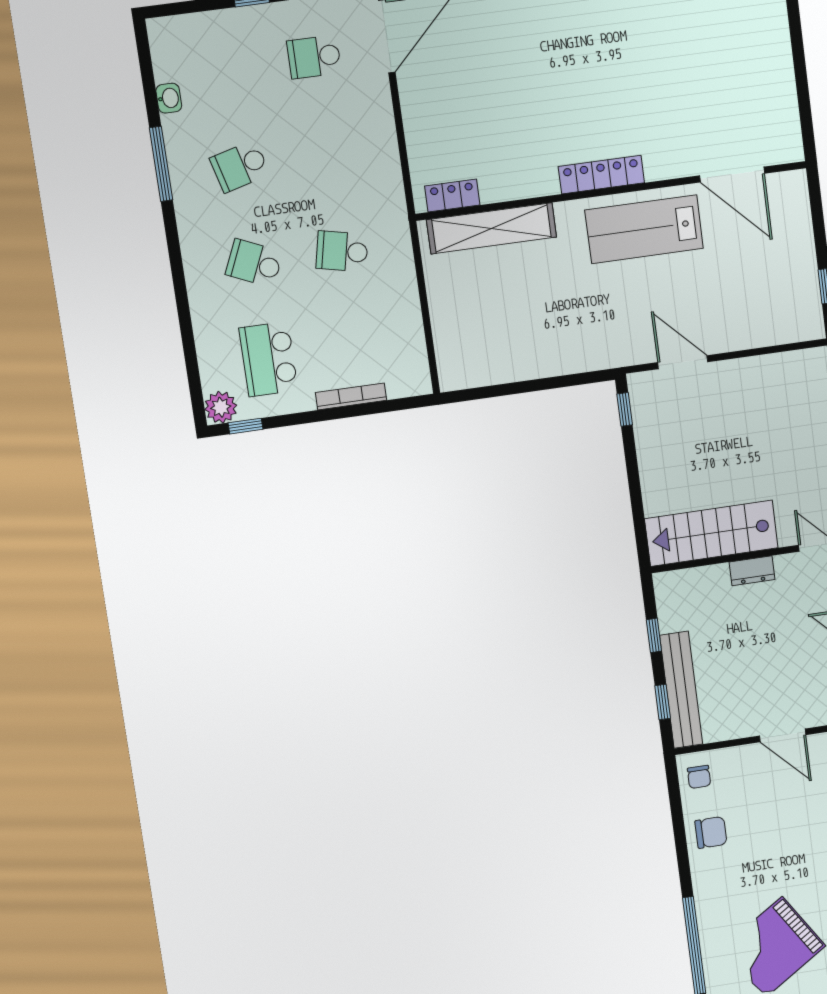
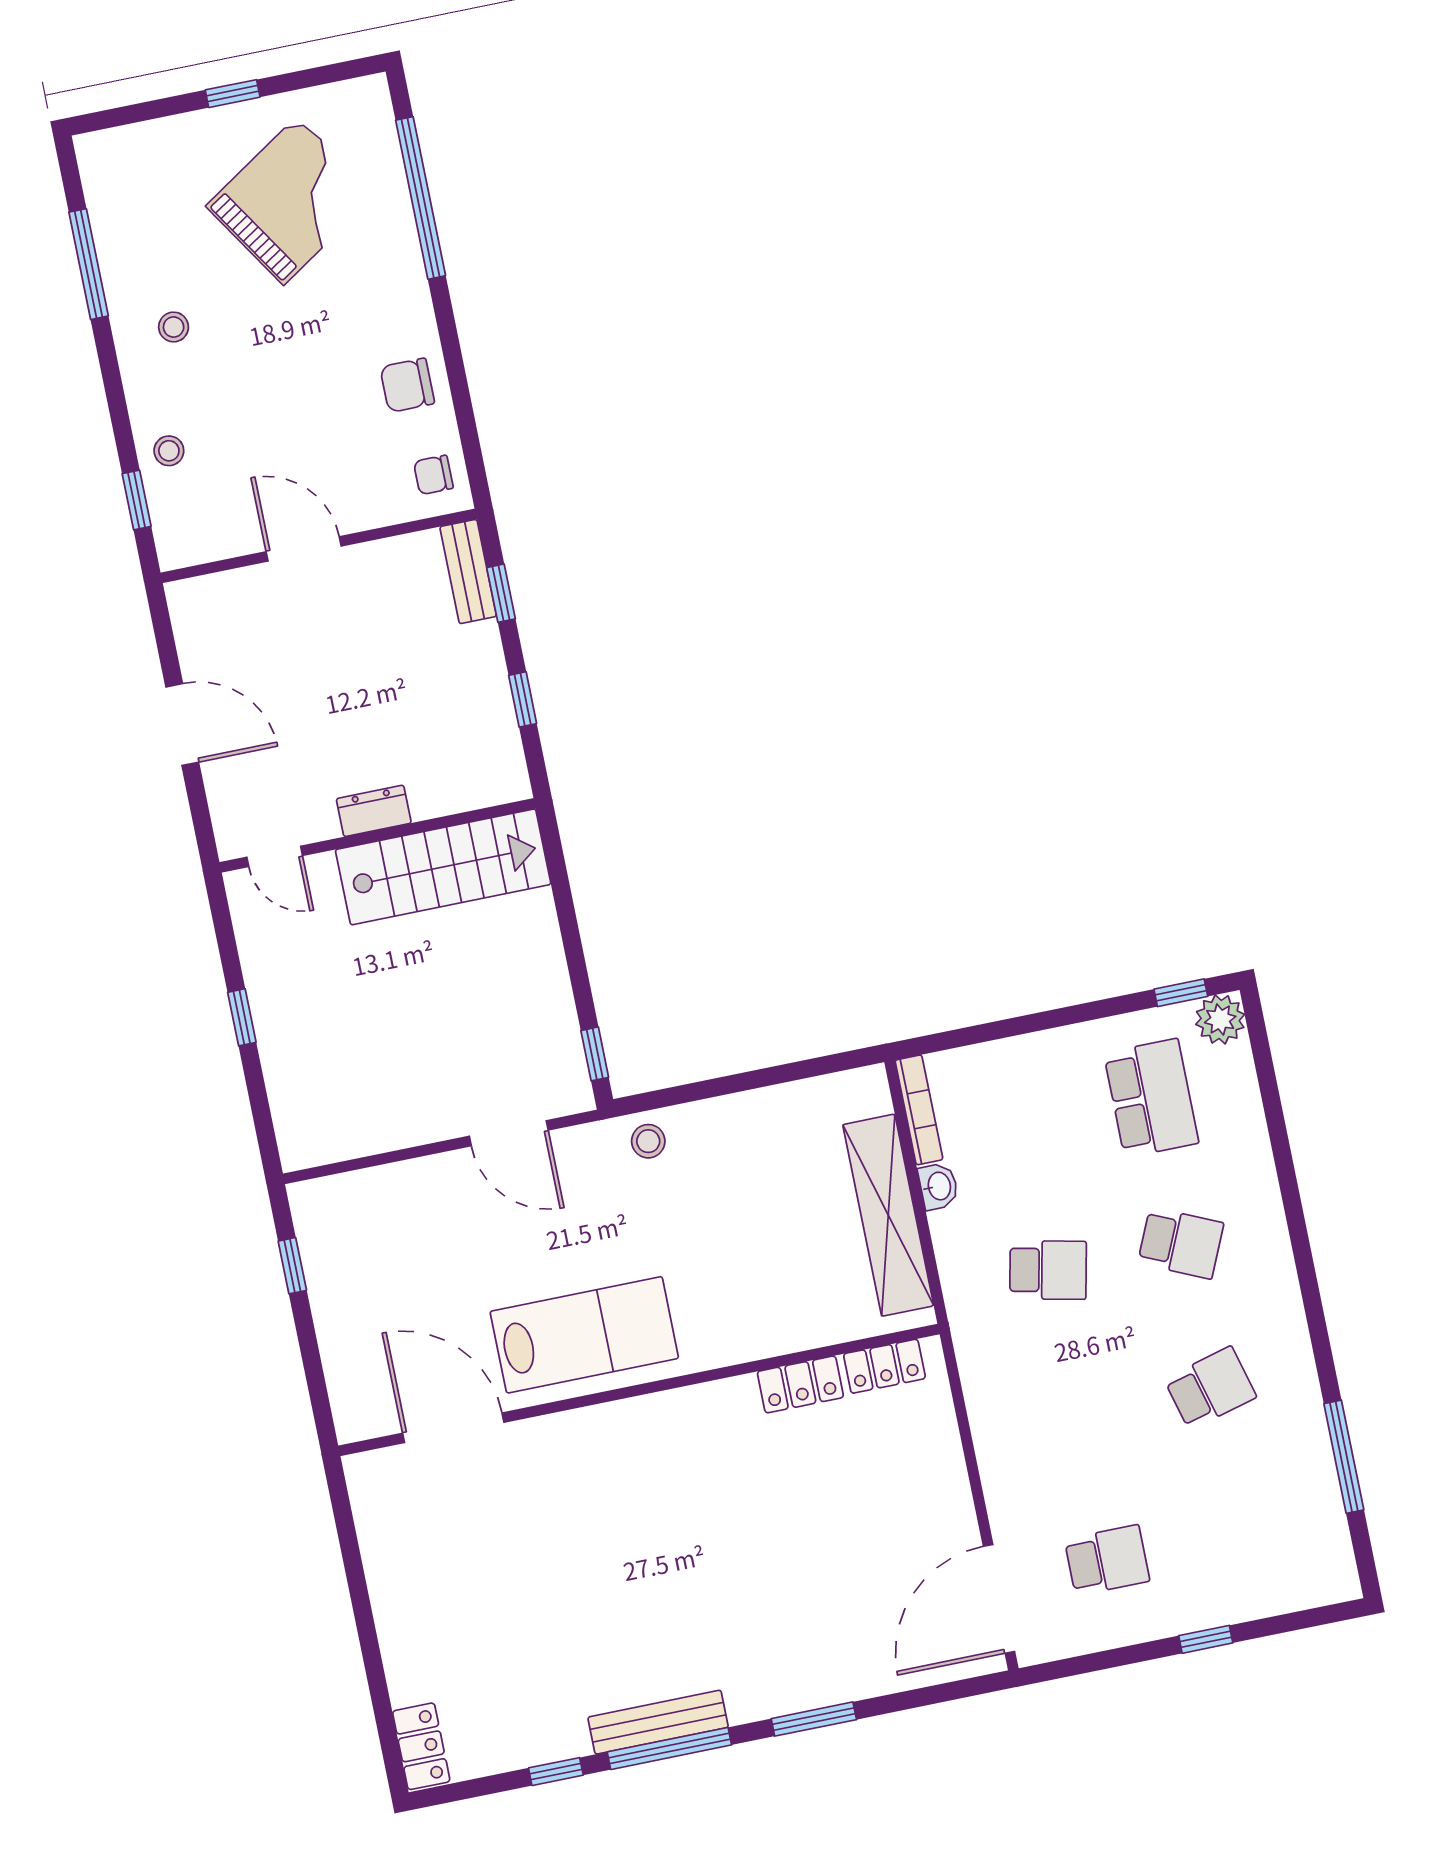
washbasin: (169, 98) -> (938, 1186), moved, turned 180
window: (161, 164) -> (1344, 1457), moved
locker: (601, 175) -> (800, 1384), moved, width x0.66
shelving: (492, 228) -> (888, 1215), moved, turned 90
stool: (595, 351) -> (648, 1141), added
bookcase: (351, 396) -> (919, 1110), moved, turned -90
bench: (681, 690) -> (468, 572), width x0.54, depth x0.82
chair: (699, 777) -> (433, 475), turned -90

